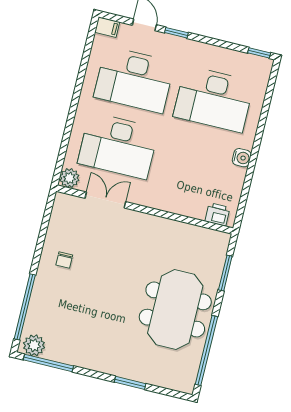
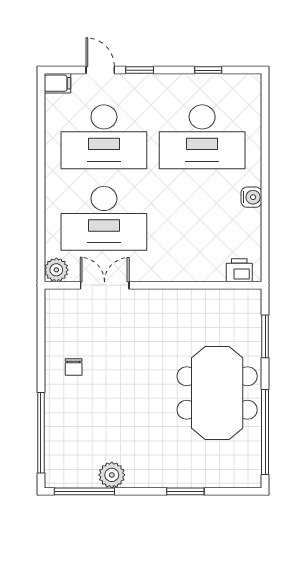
window: (259, 53) -> (208, 70), moved
plant: (34, 345) -> (112, 475), moved

